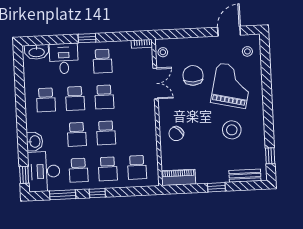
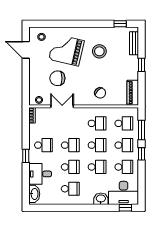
school desk: (135, 131) -> (97, 123), added
window: (63, 195) -> (142, 130), moved

